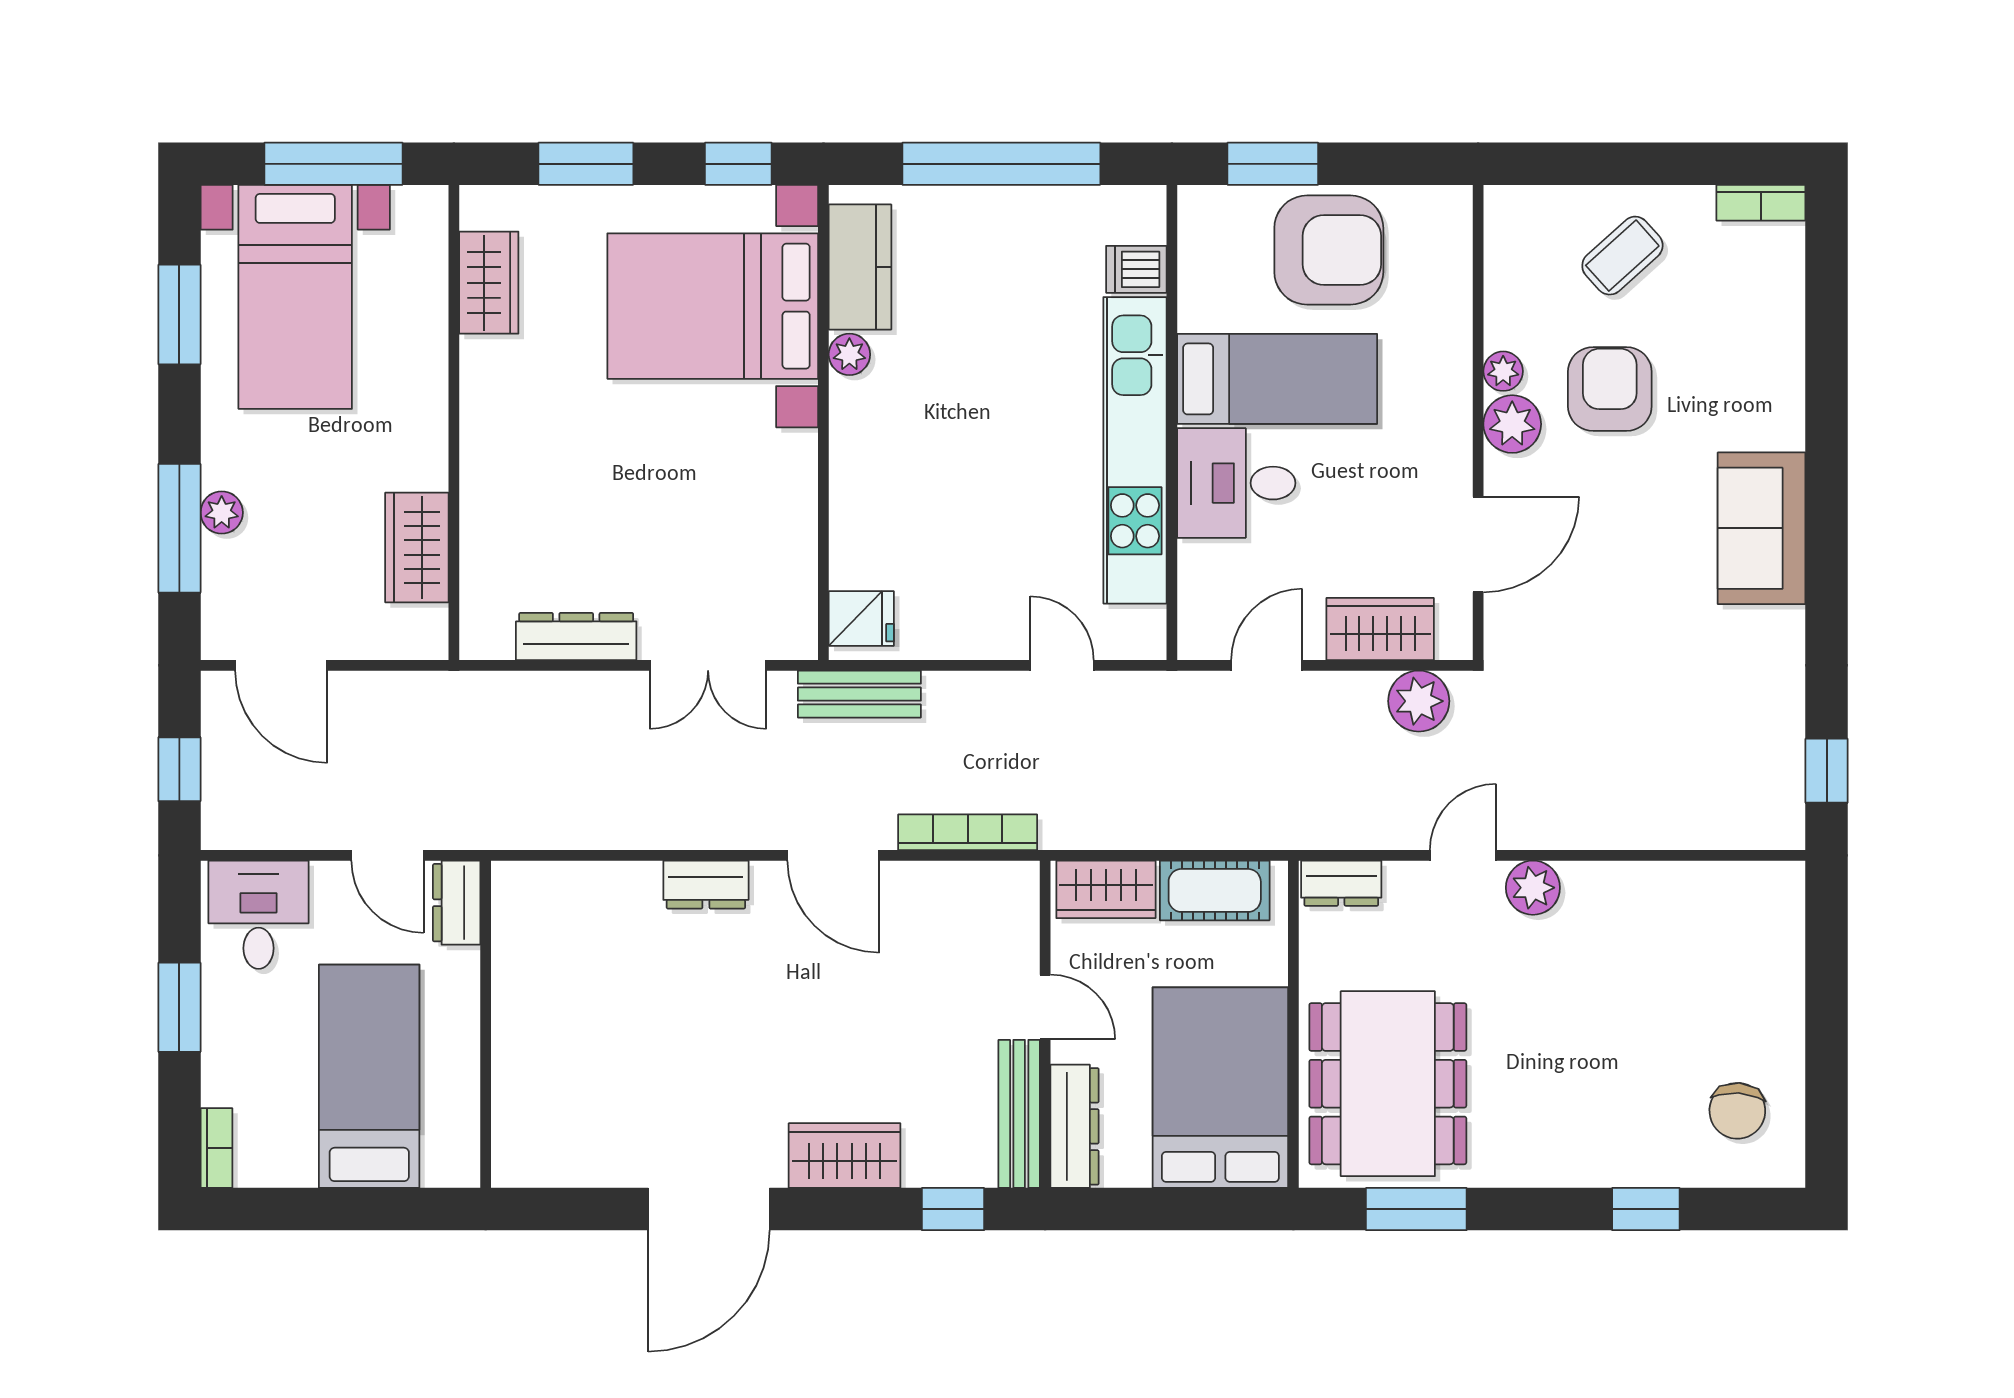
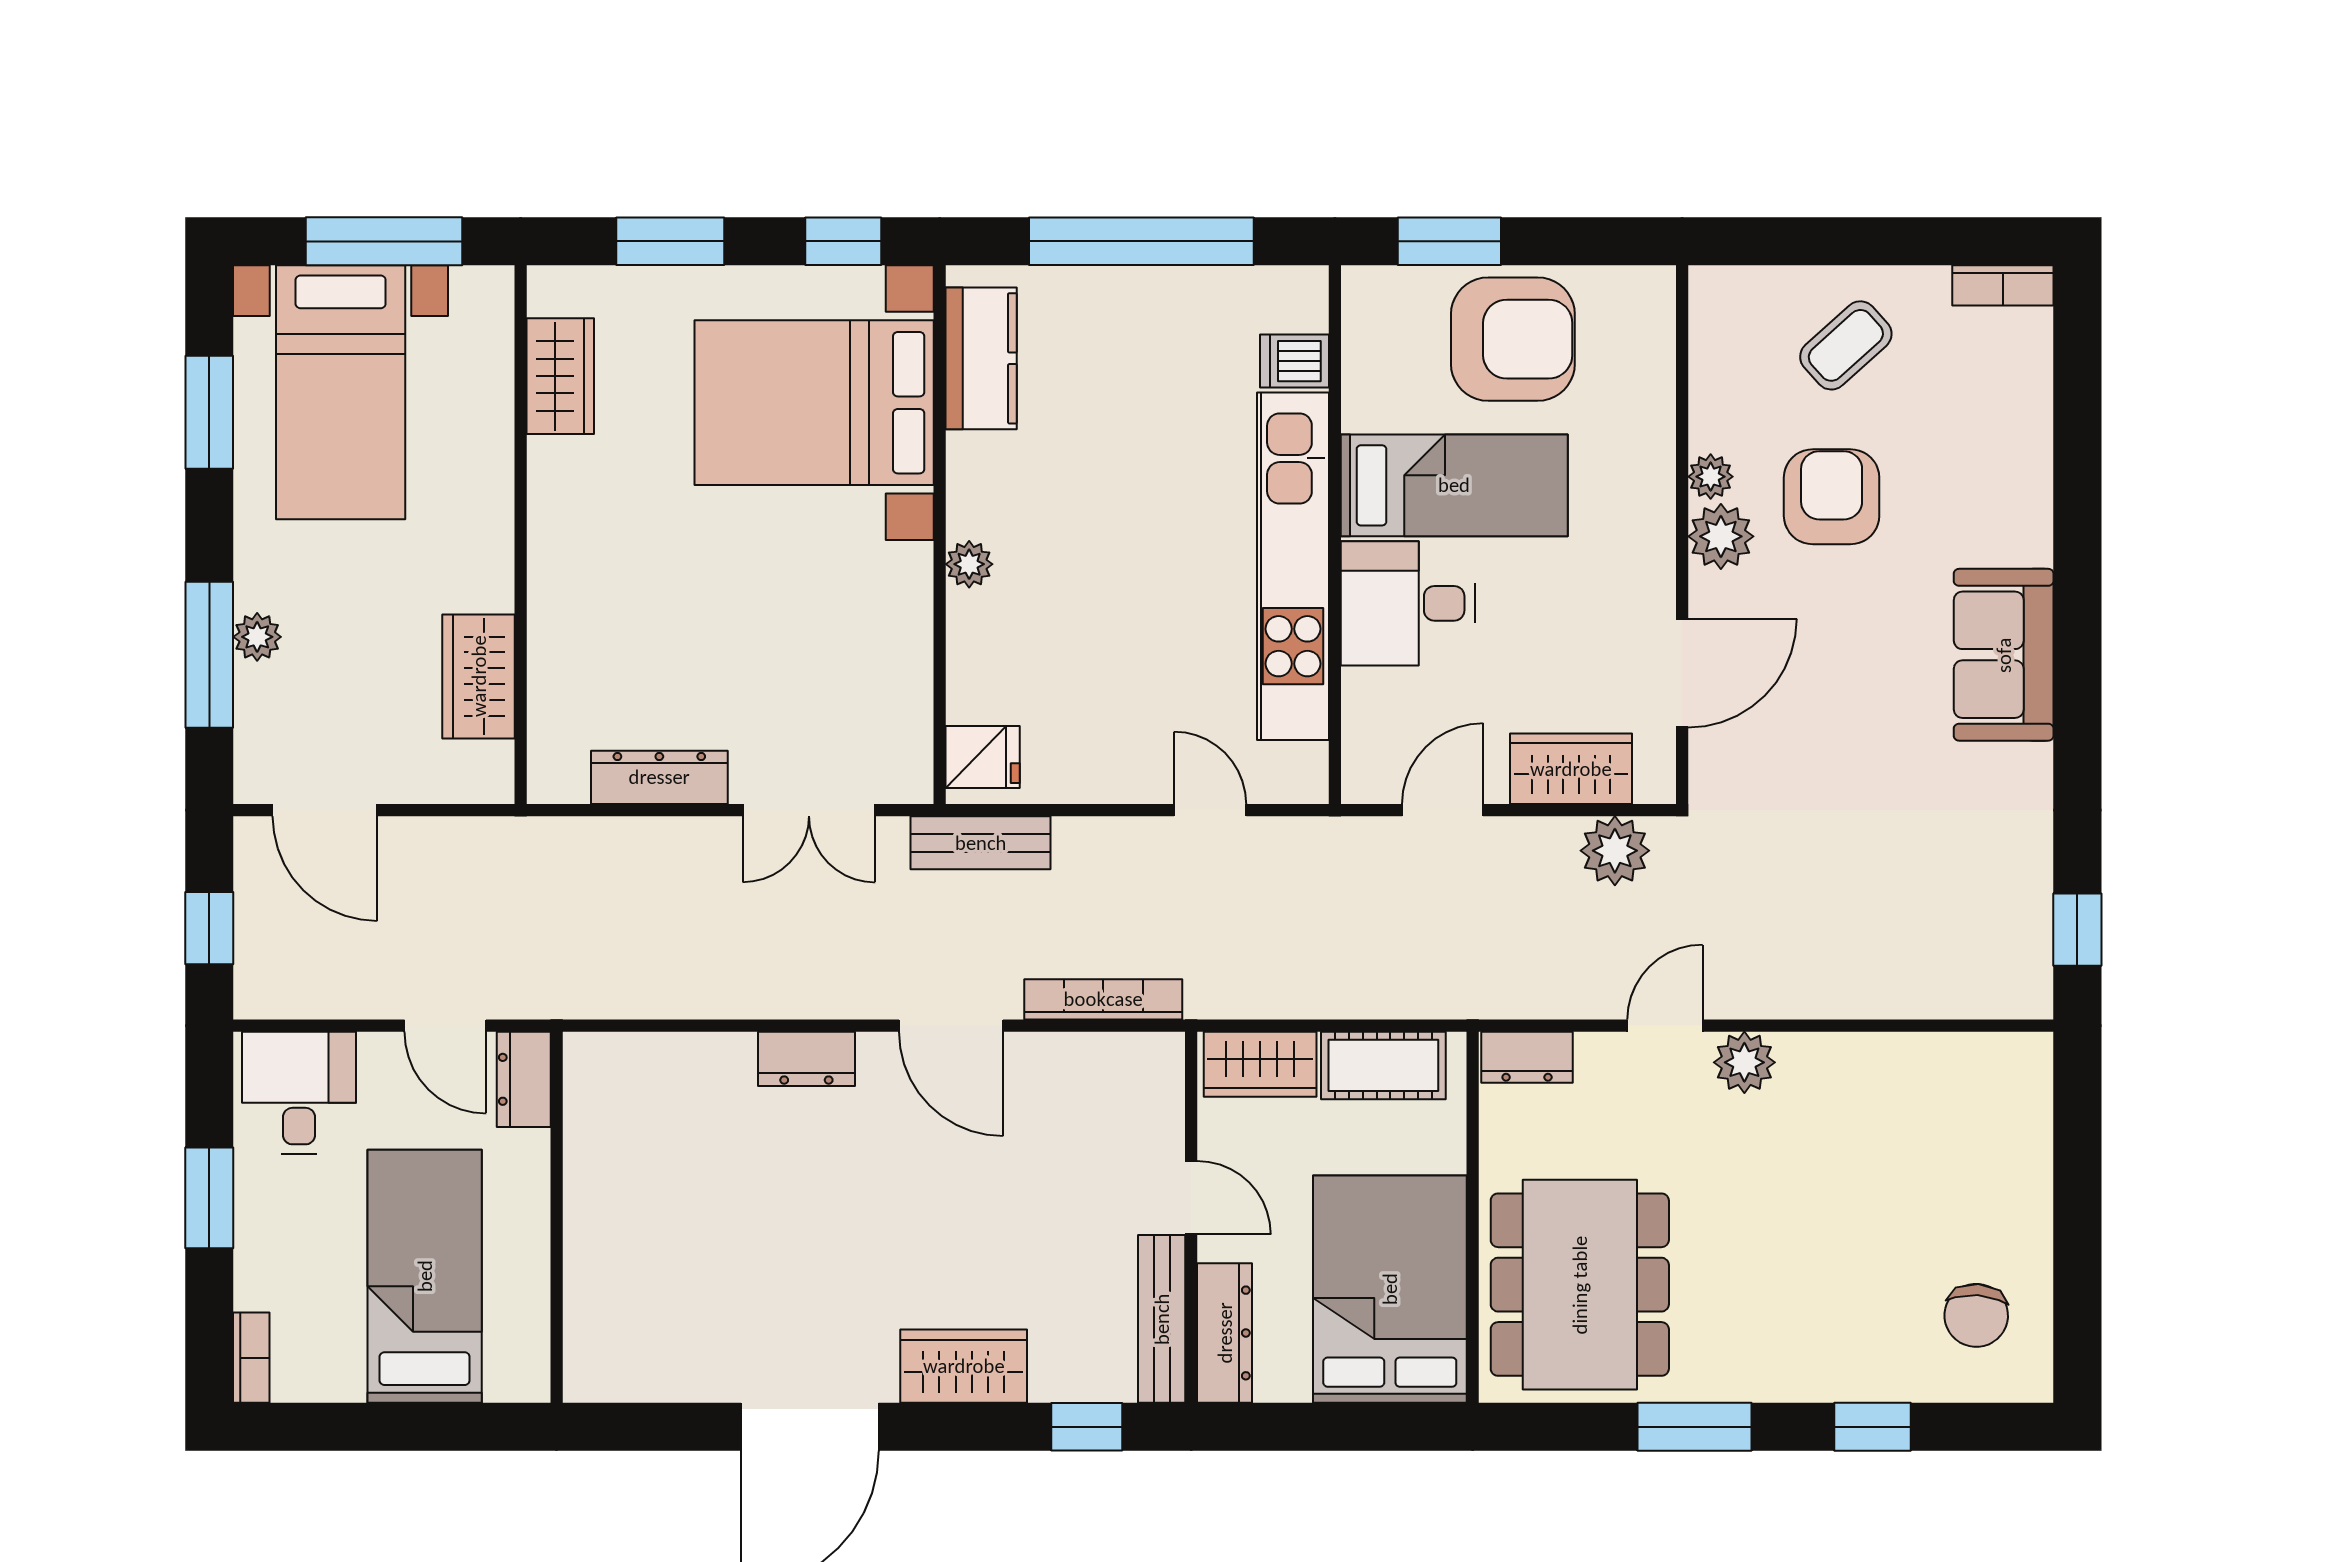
plant: (849, 354) -> (969, 564), moved
window: (1416, 1209) -> (1695, 1427), moved

